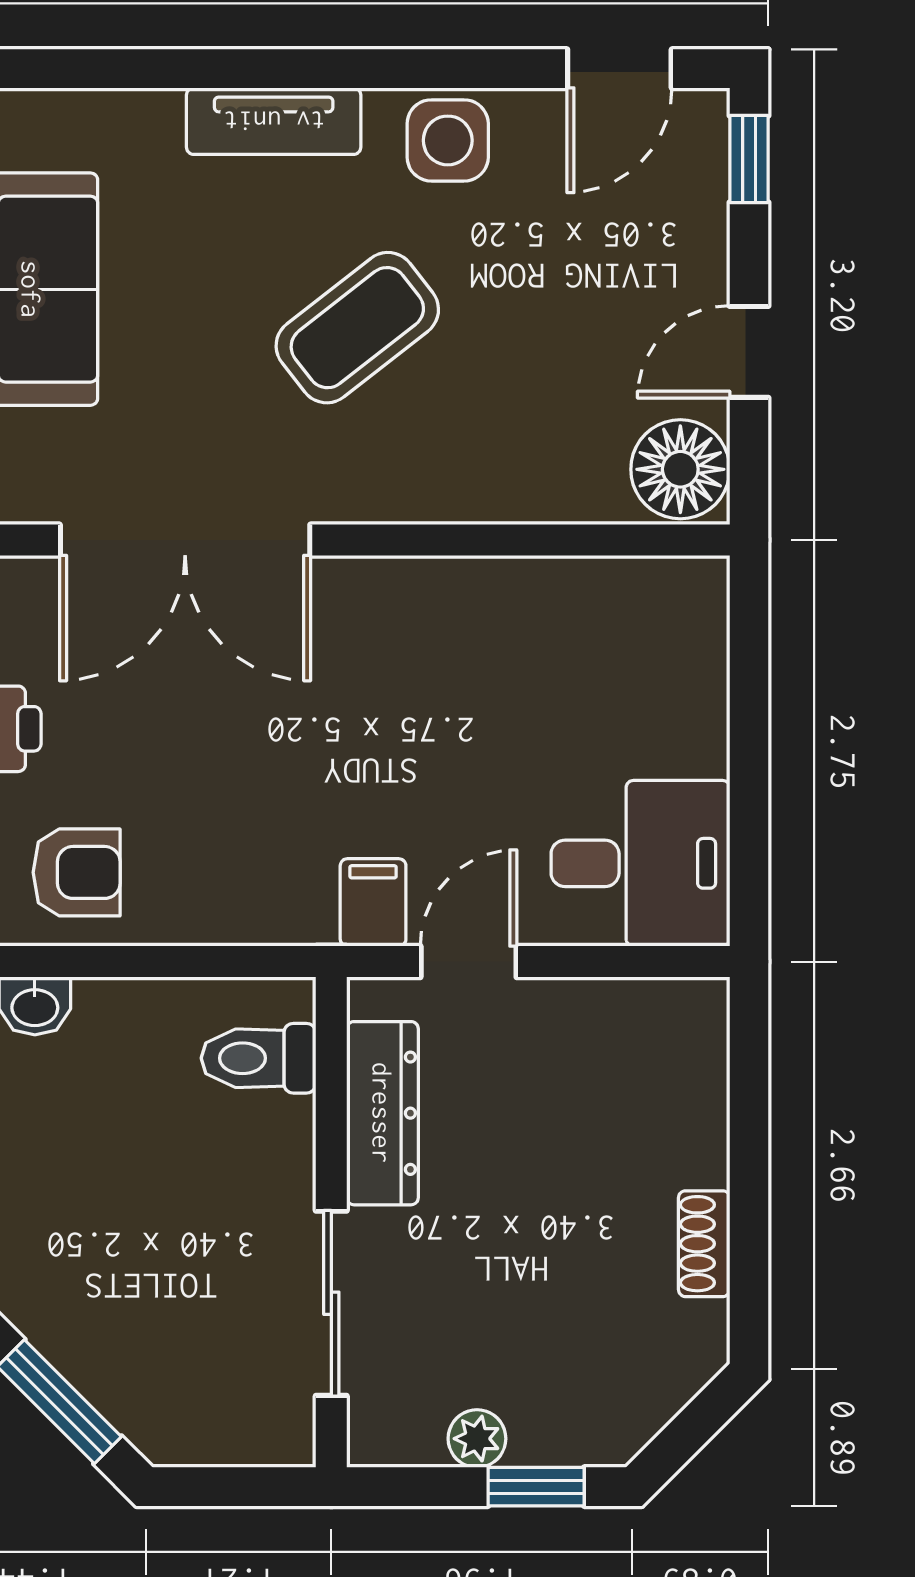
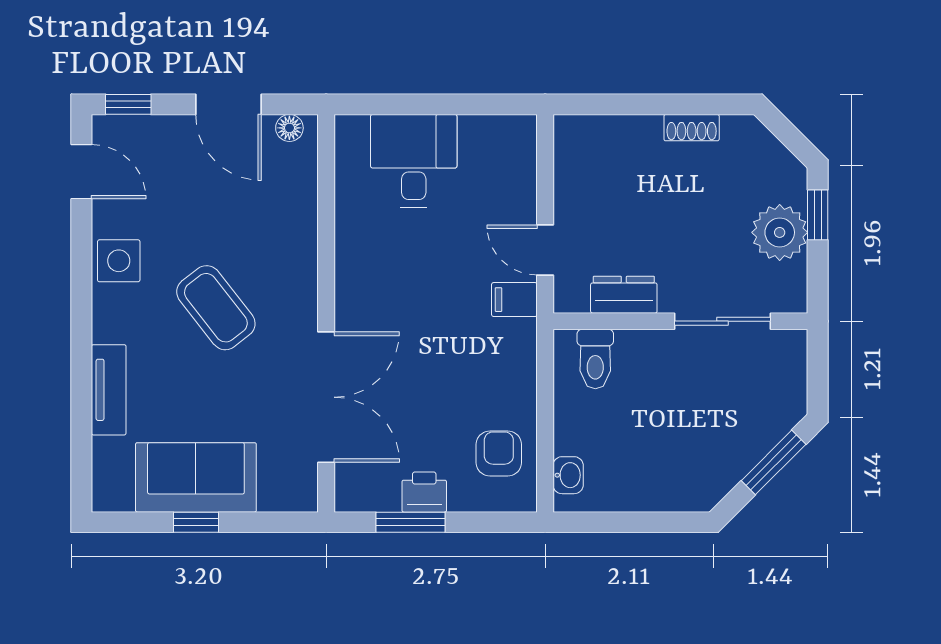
tv unit: (274, 121) -> (109, 390), moved
door: (749, 352) -> (228, 104), width x1.37
floor lamp: (680, 469) -> (289, 128), width x0.53, depth x0.53
desk: (640, 863) -> (414, 161), moved
dresser: (382, 1113) -> (624, 295), width x0.70
plant: (477, 1439) -> (780, 232), width x1.87, depth x1.87

